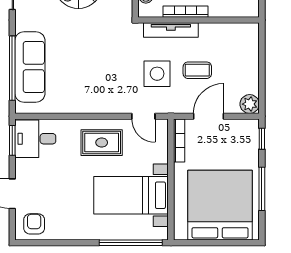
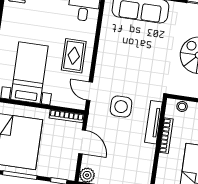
coffee table: (197, 70) -> (119, 138), removed
door: (143, 116) -> (89, 91), hinge flipped

